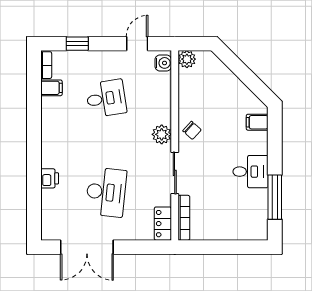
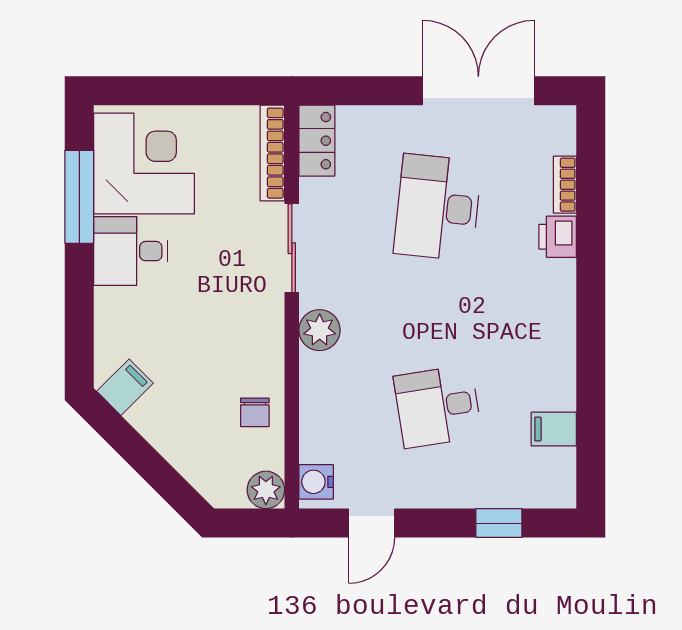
bookcase: (46, 65) -> (565, 185), moved
filing cabinet: (257, 122) -> (125, 387), moved, turned -45
chair: (192, 130) -> (255, 412), moved, turned -132
corner desk: (244, 213) -> (144, 163), added

